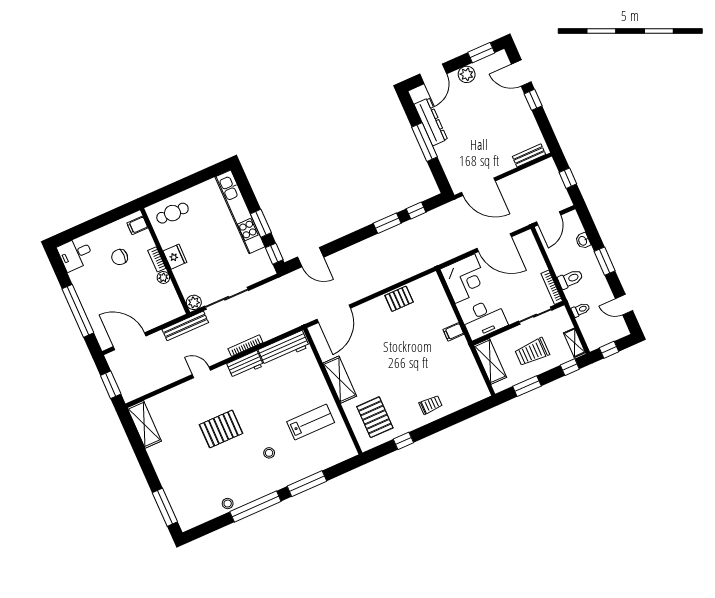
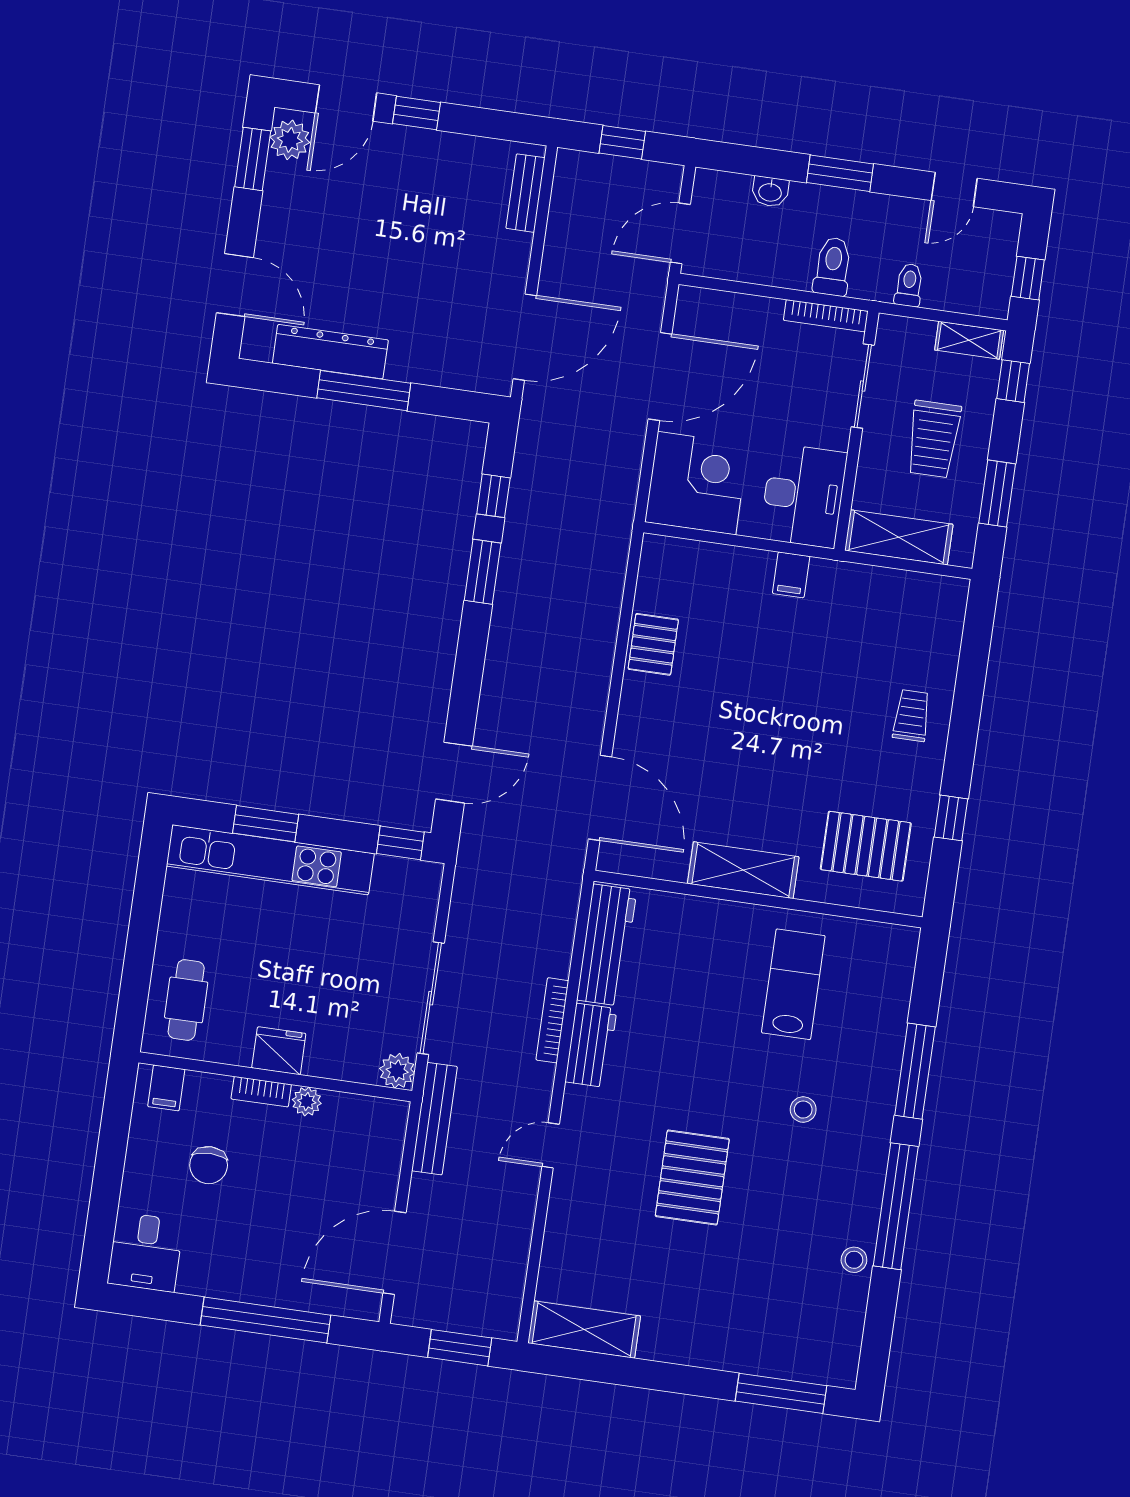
plant: (467, 74) -> (290, 140), moved
door: (549, 218) -> (680, 233), swing flipped
window: (261, 223) -> (266, 824), moved

